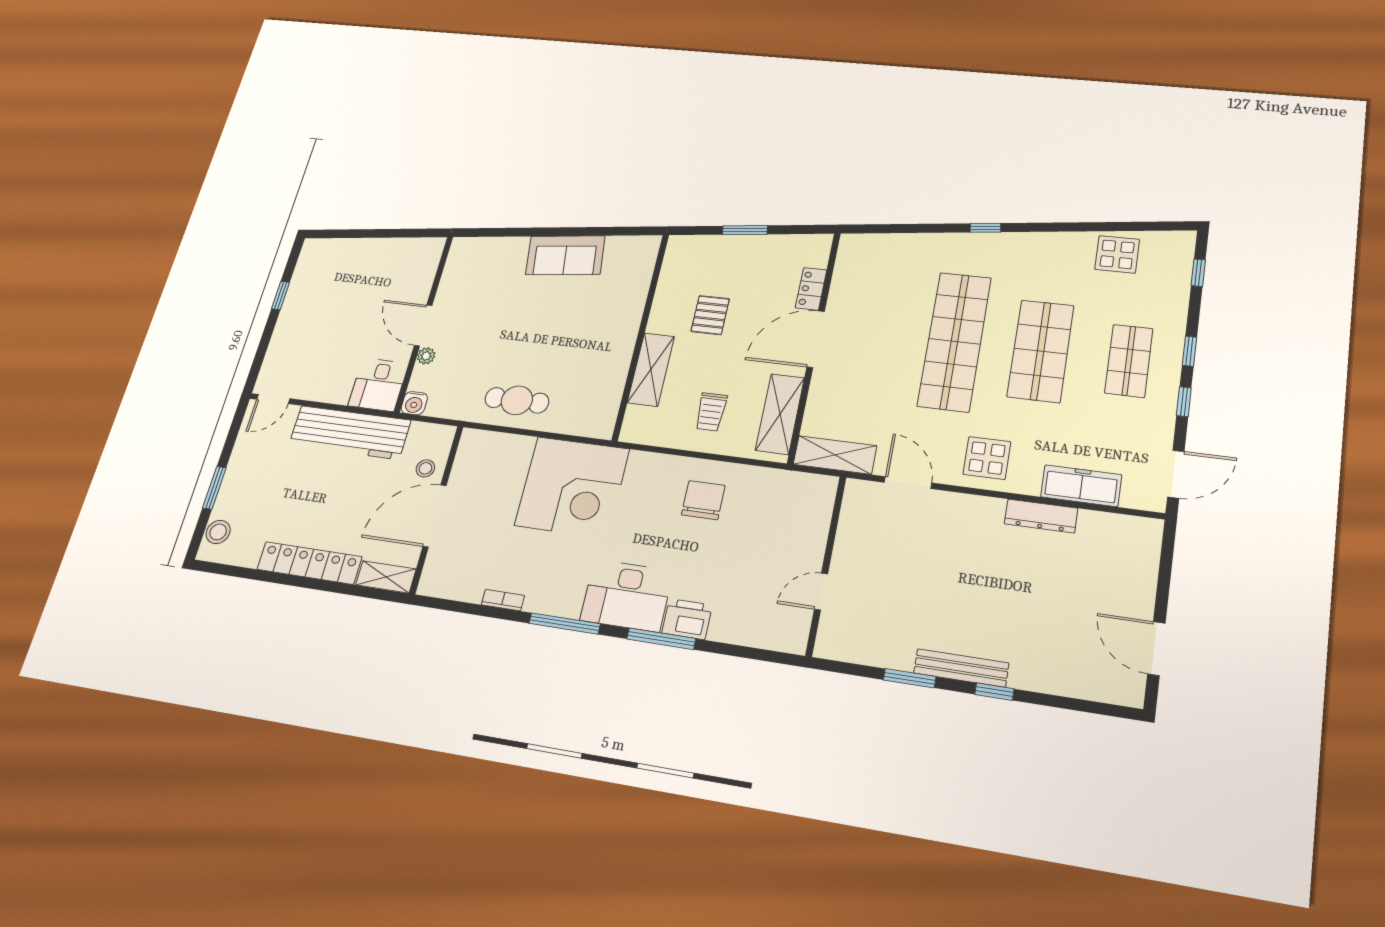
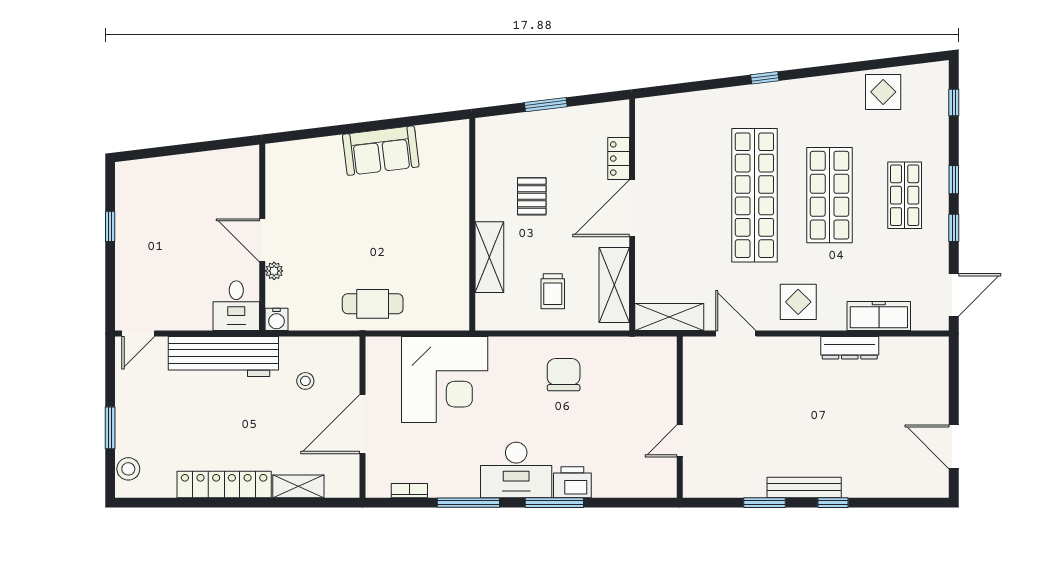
wall: (437, 509) -> (363, 417), moved
door: (435, 516) -> (363, 424), moved

